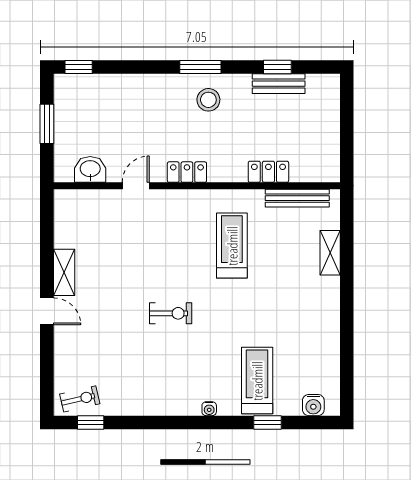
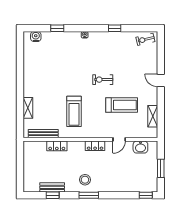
shelving: (64, 272) -> (153, 116), moved
treadmill: (257, 381) -> (122, 105), moved, turned -90
window: (91, 422) -> (115, 28), moved

